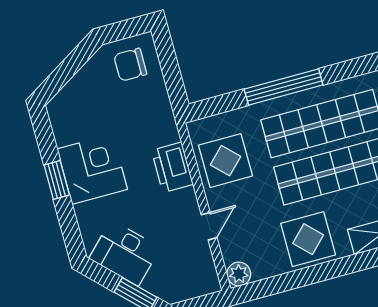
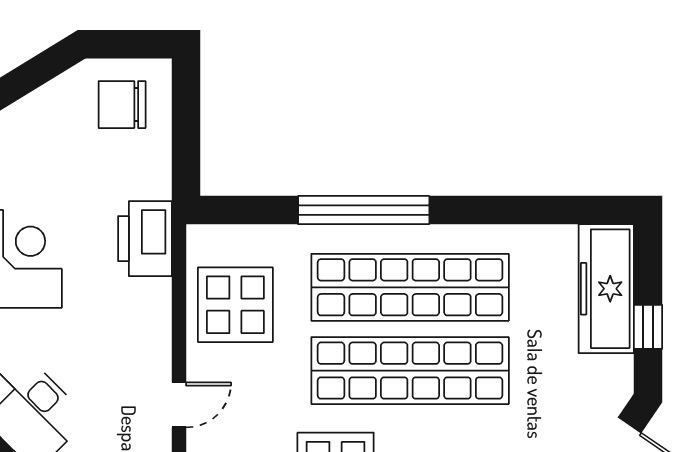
printer: (172, 167) -> (145, 239), moved

